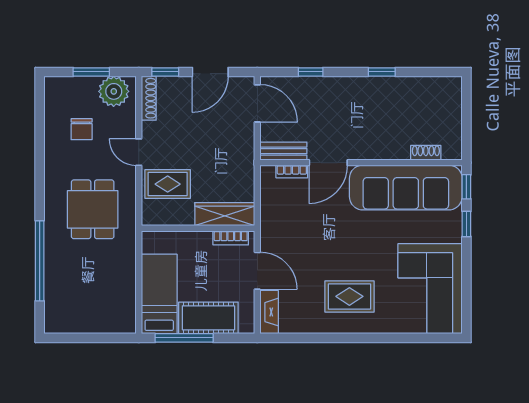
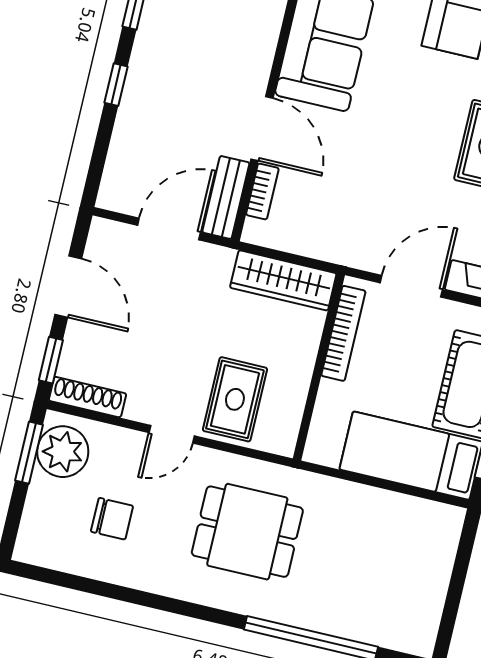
window: (91, 72) -> (29, 453), moved
window: (311, 72) -> (116, 85), moved
door: (257, 103) -> (169, 229), moved
wardrobe: (225, 214) -> (283, 280), moved, turned -90
bookcase: (231, 238) -> (343, 333), width x1.56

